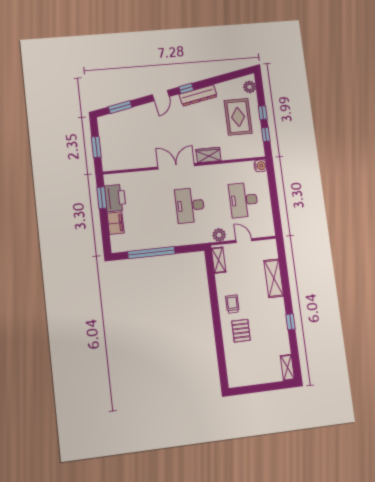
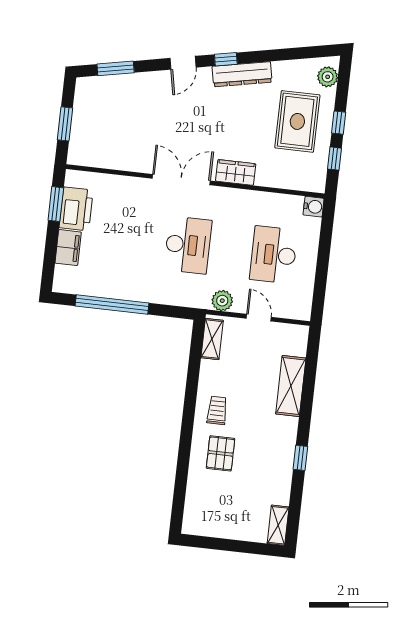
desk: (190, 205) -> (188, 245), turned 180

